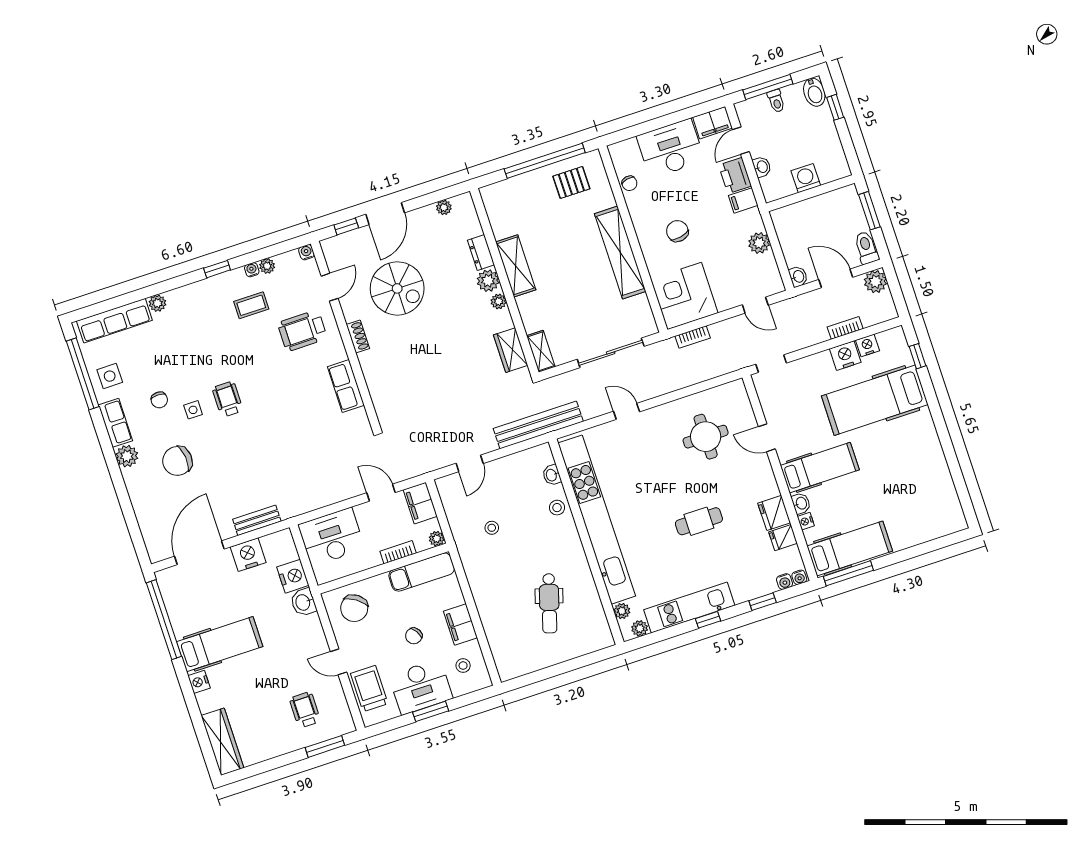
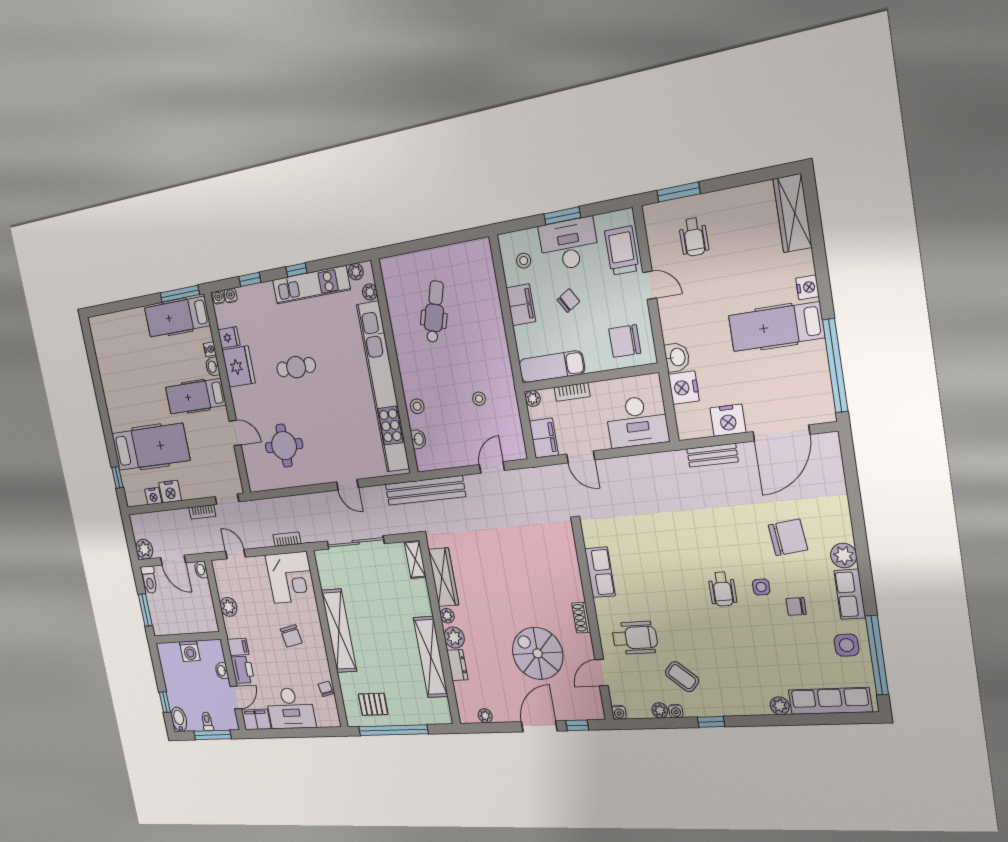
shelving: (516, 266) -> (431, 657), width x1.47
coffee table: (251, 305) -> (682, 677), turned 42
bookcase: (845, 328) -> (202, 512), moved
wardrobe: (511, 350) -> (443, 577), width x1.50
chair: (159, 400) -> (796, 606), turned -90
fridge: (774, 513) -> (239, 367), width x1.36, depth x1.34
chair: (354, 608) -> (625, 341), turned -125
trolley: (369, 689) -> (622, 251), turned 180

